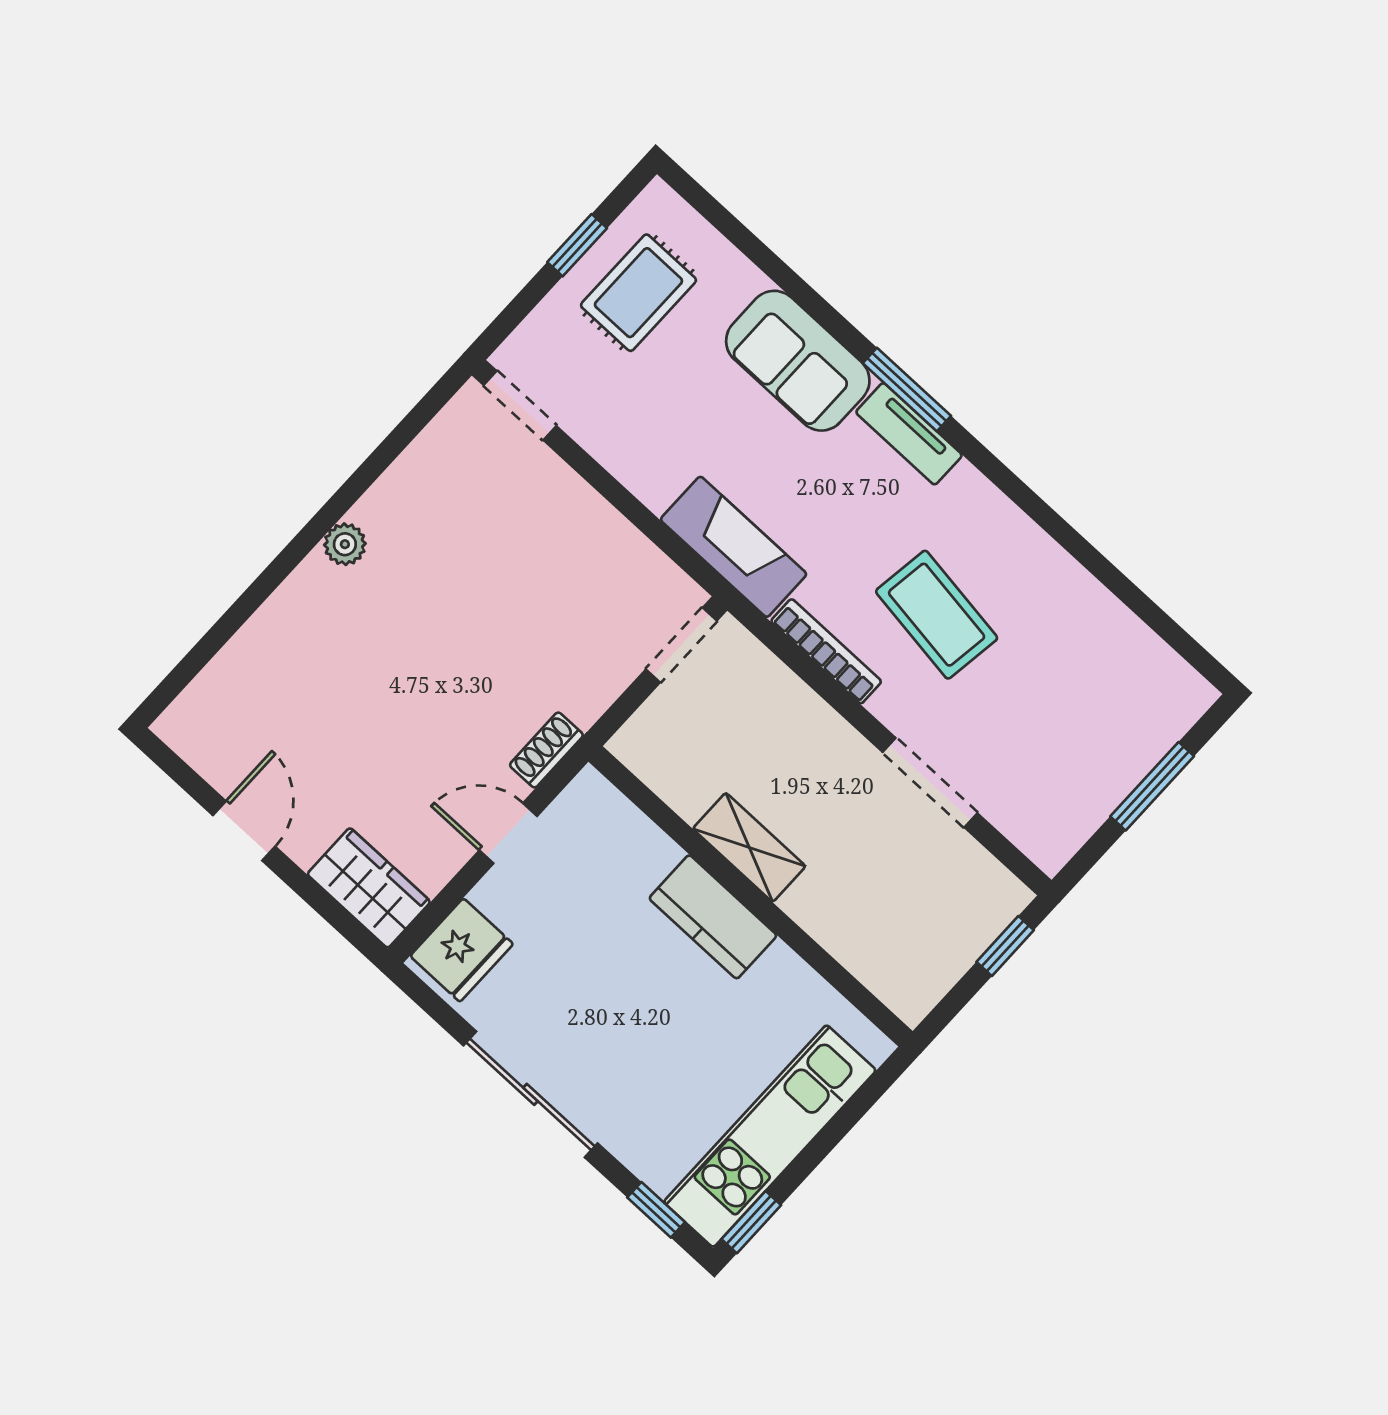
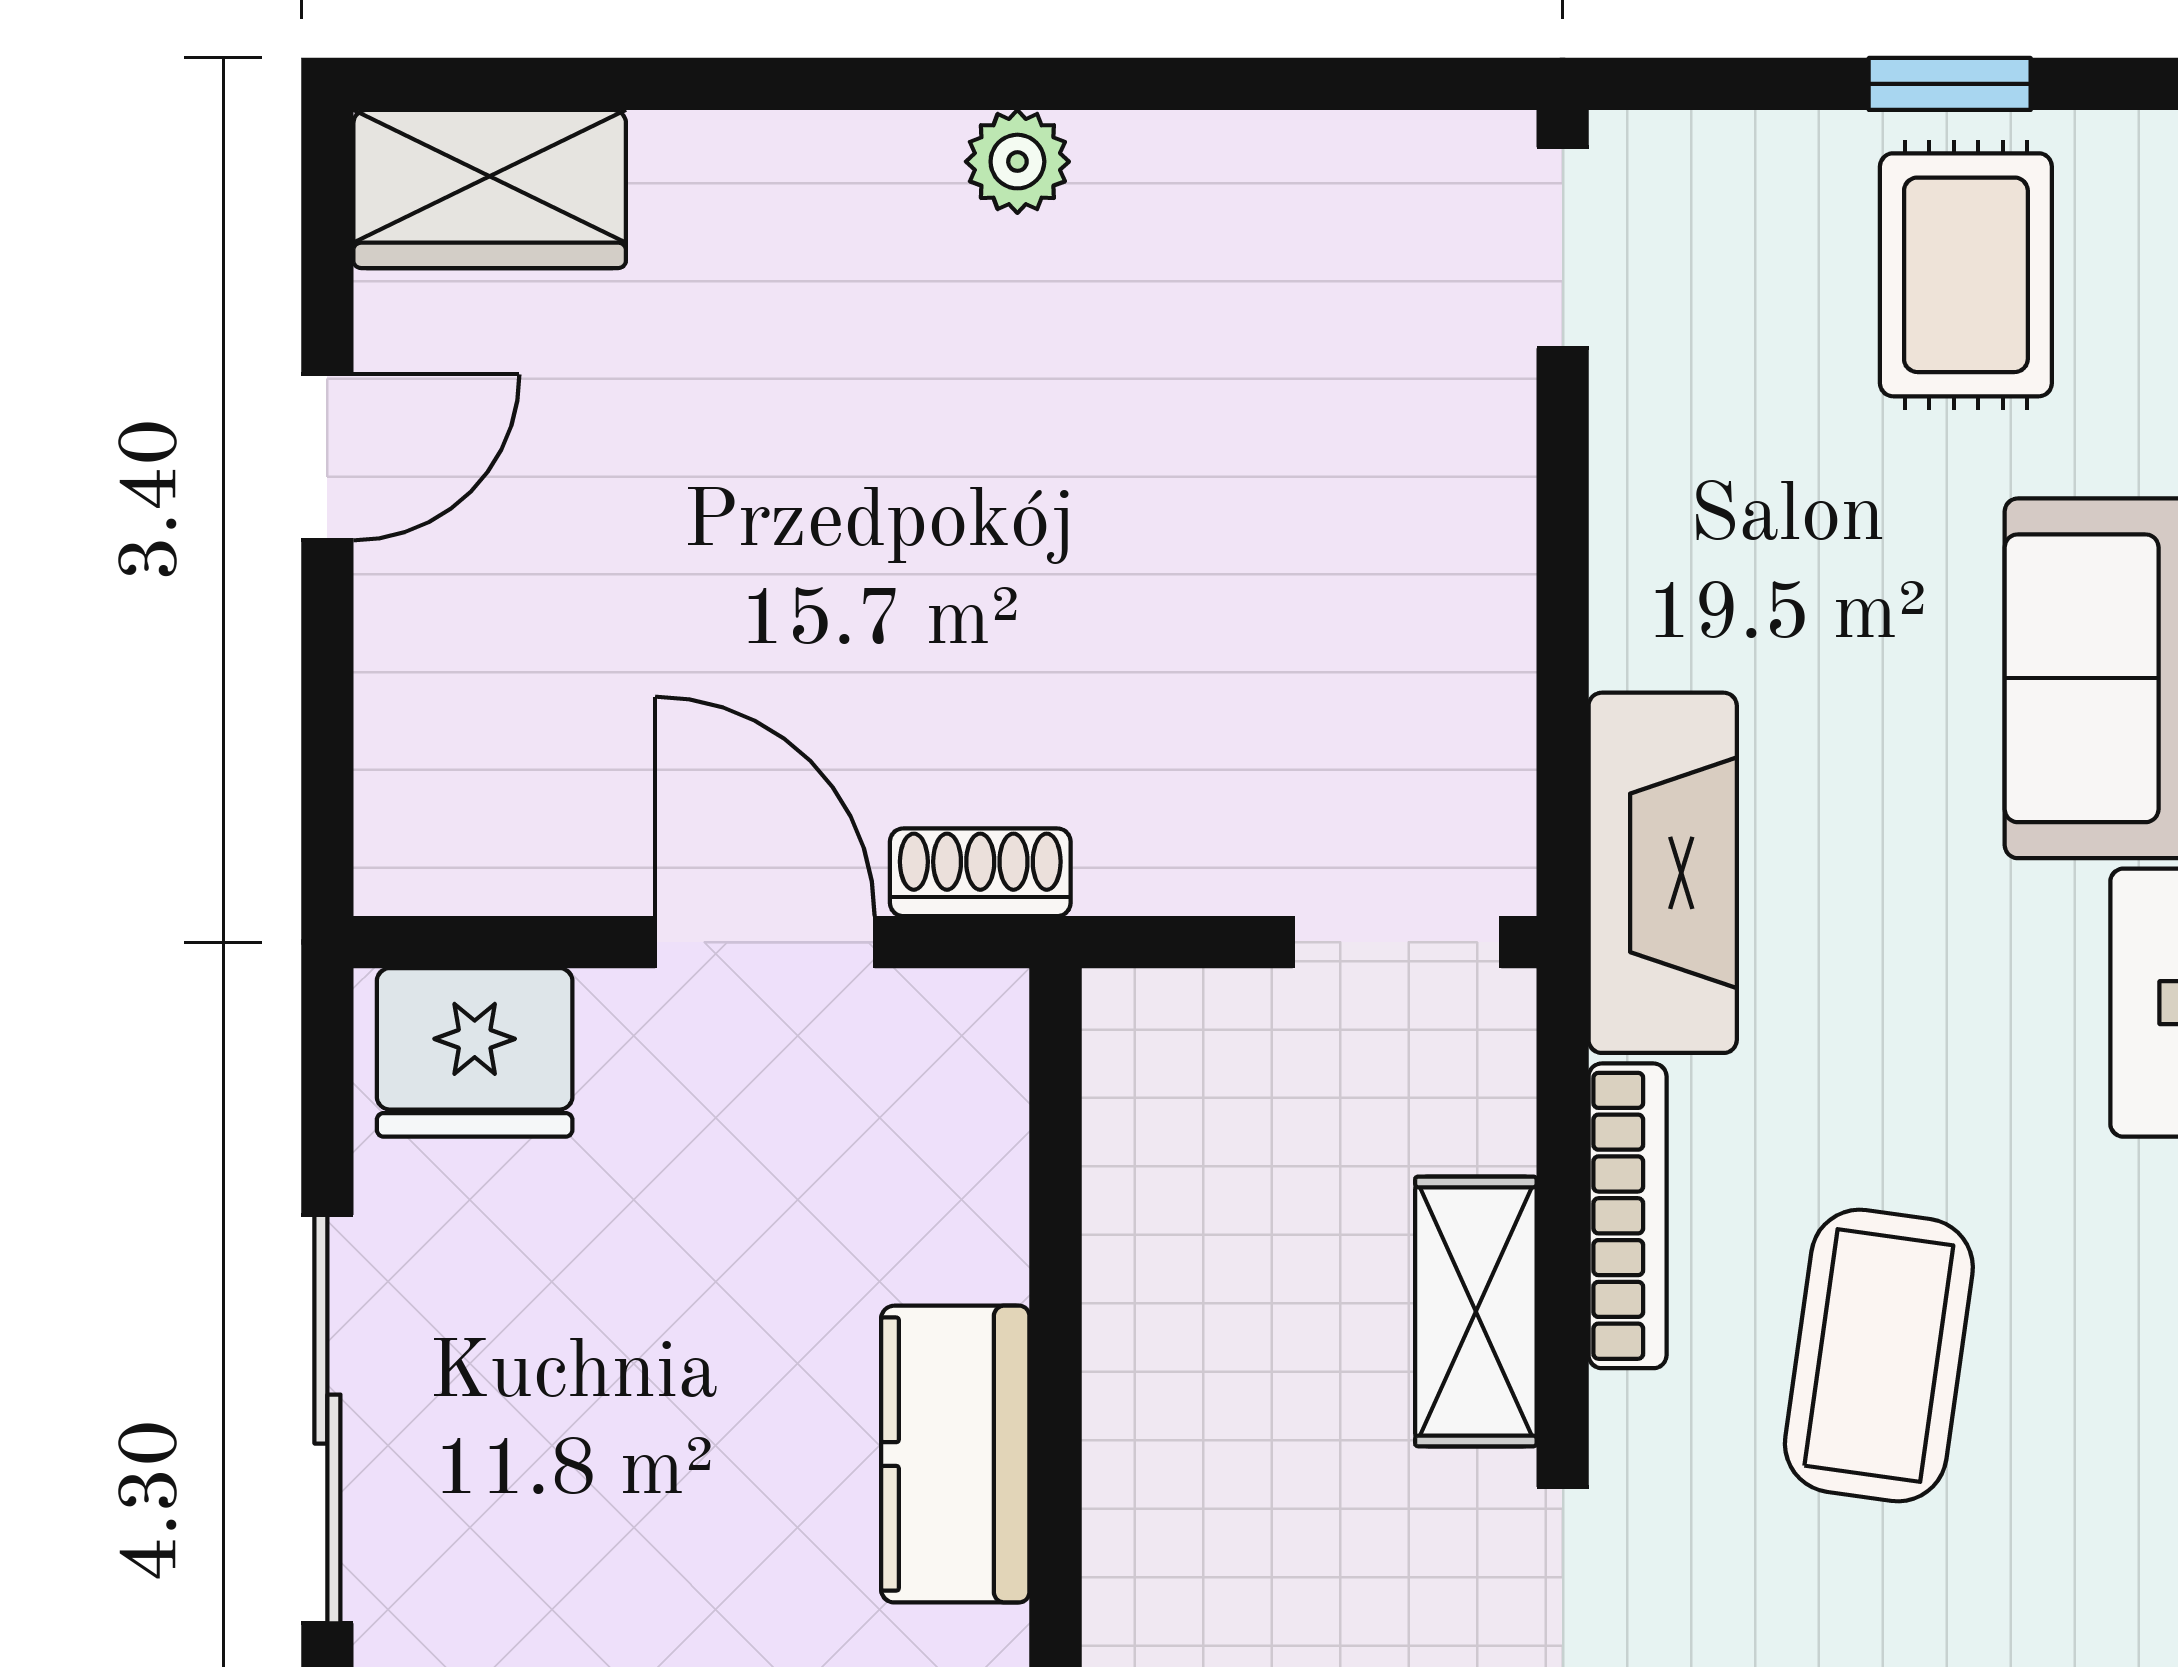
rug: (638, 293) -> (1966, 275), turned 90
door: (508, 833) -> (765, 942), width x1.38
shelving: (749, 847) -> (1476, 1311), moved
wardrobe: (369, 888) -> (490, 189), moved, turned 90

